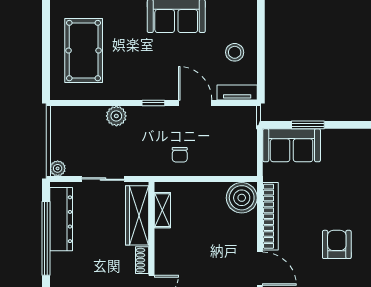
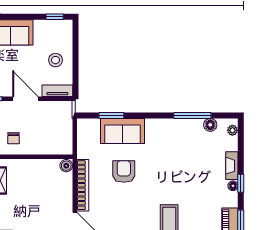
sofa: (292, 145) -> (123, 131), moved
boiler: (242, 198) -> (66, 166), width x0.54, depth x0.54
armchair: (337, 244) -> (124, 171), moved

